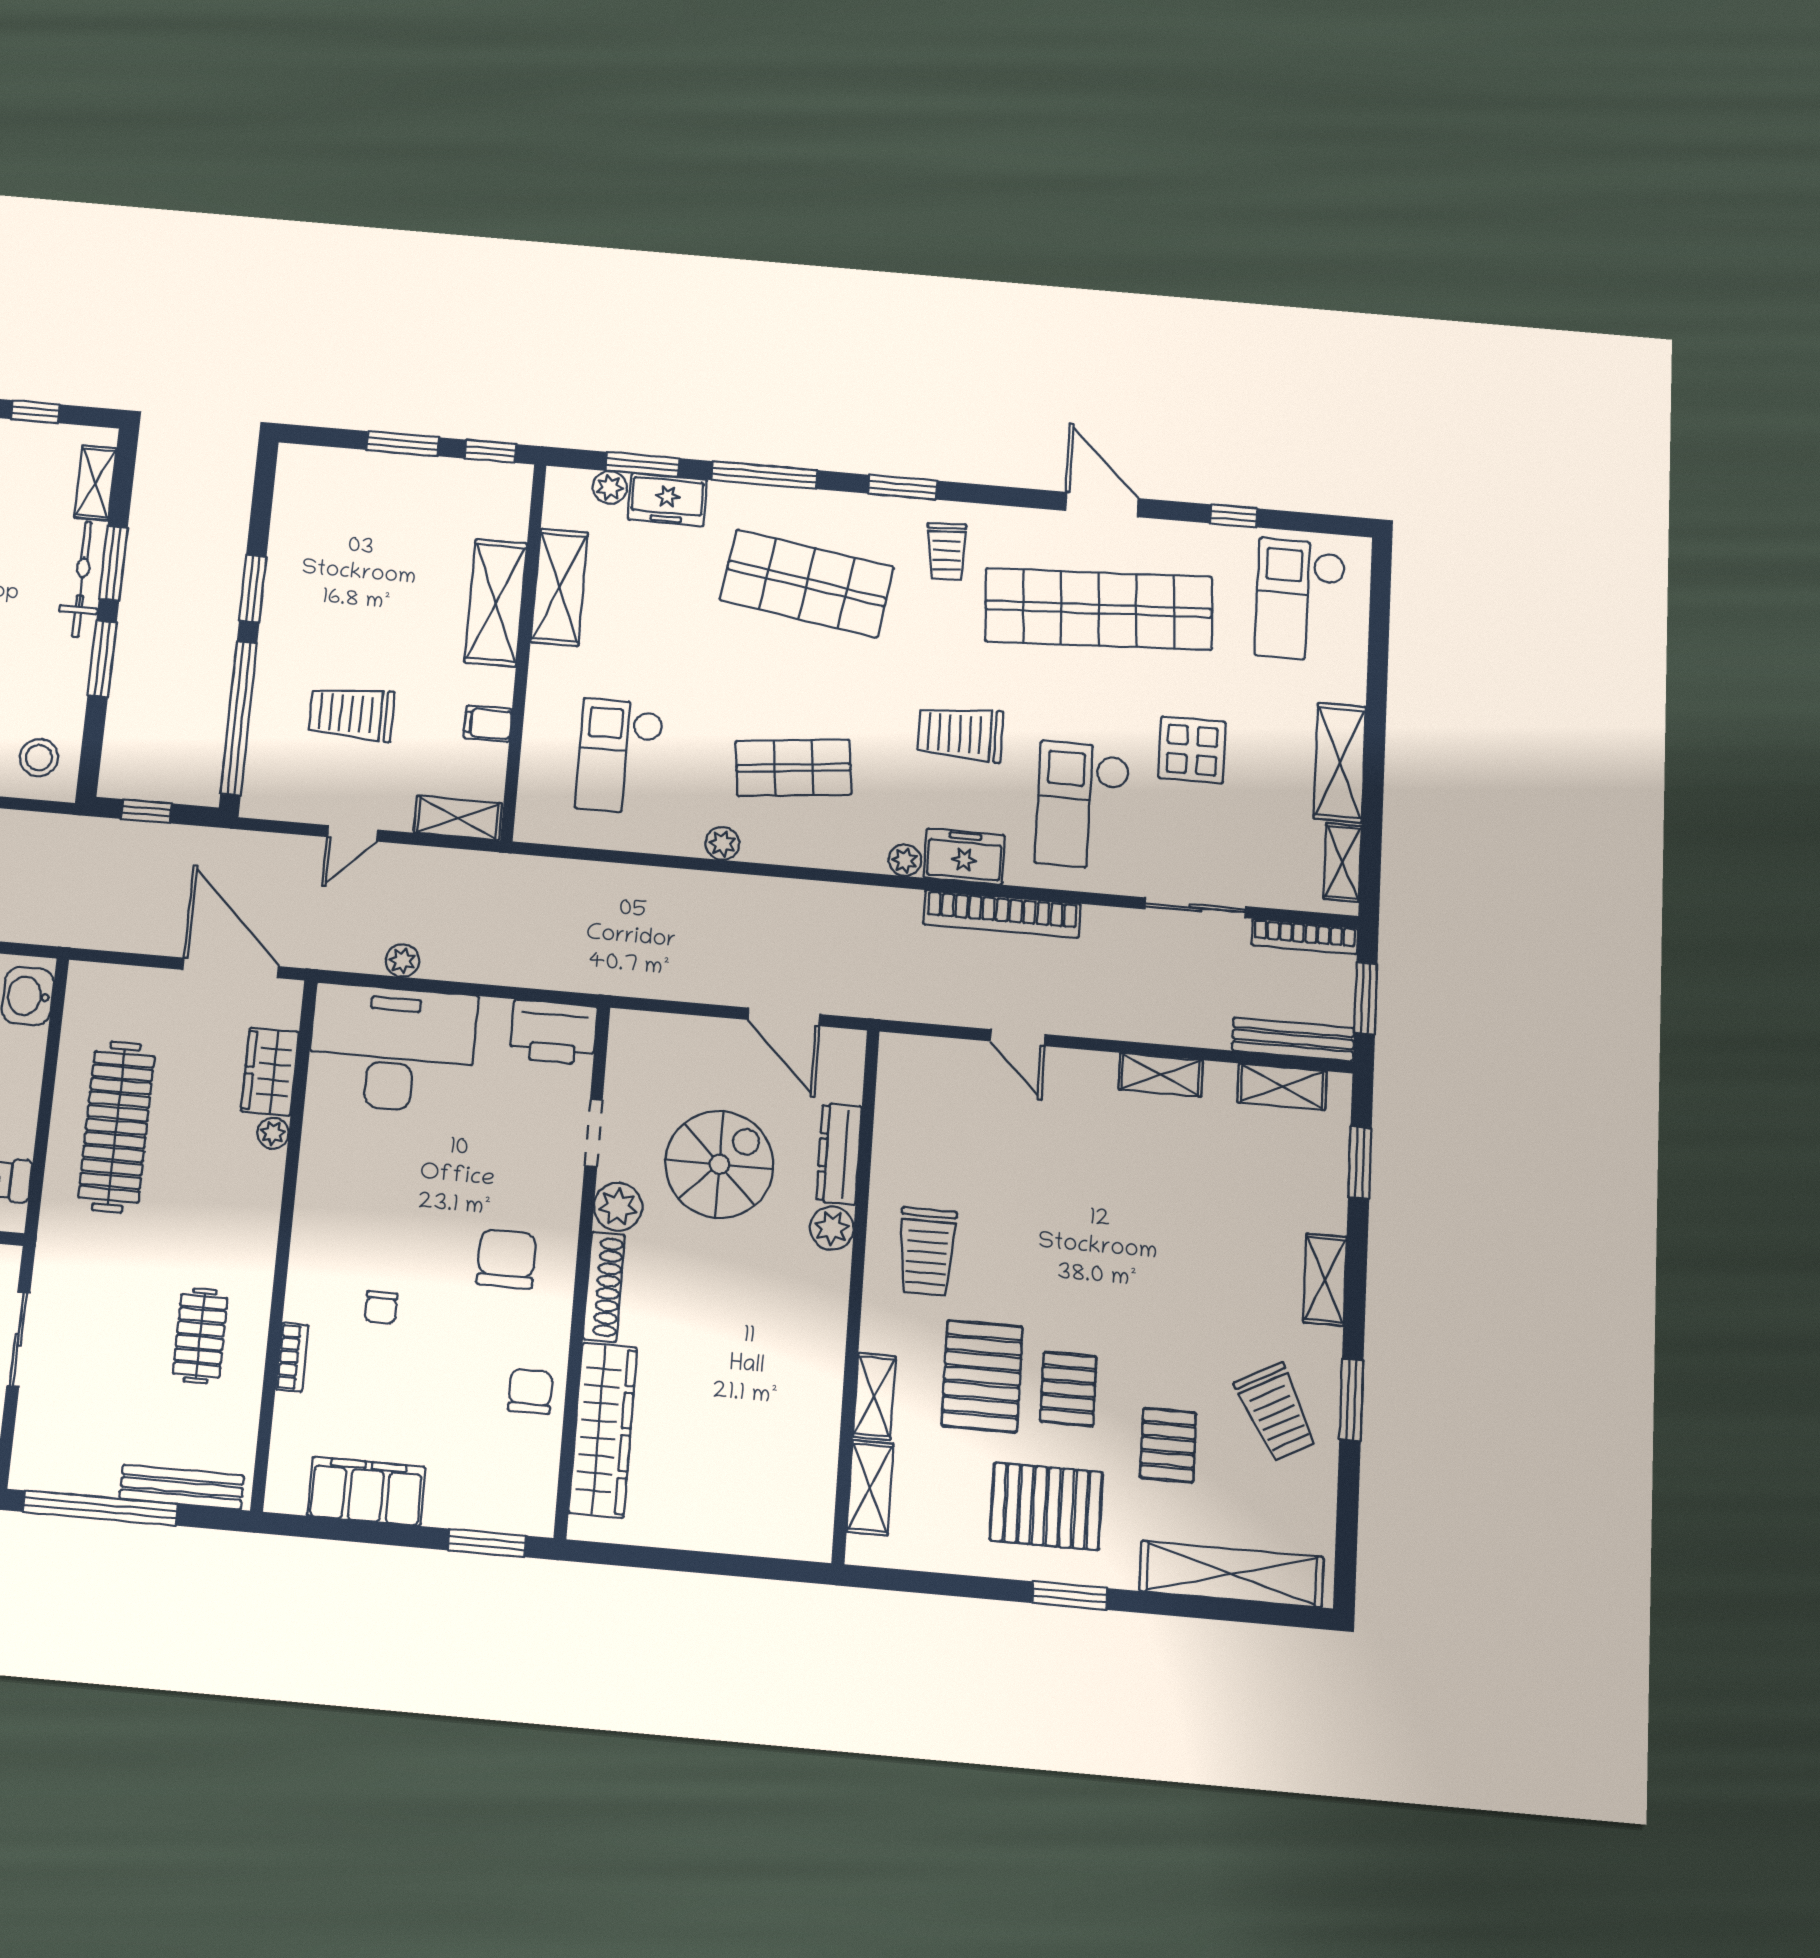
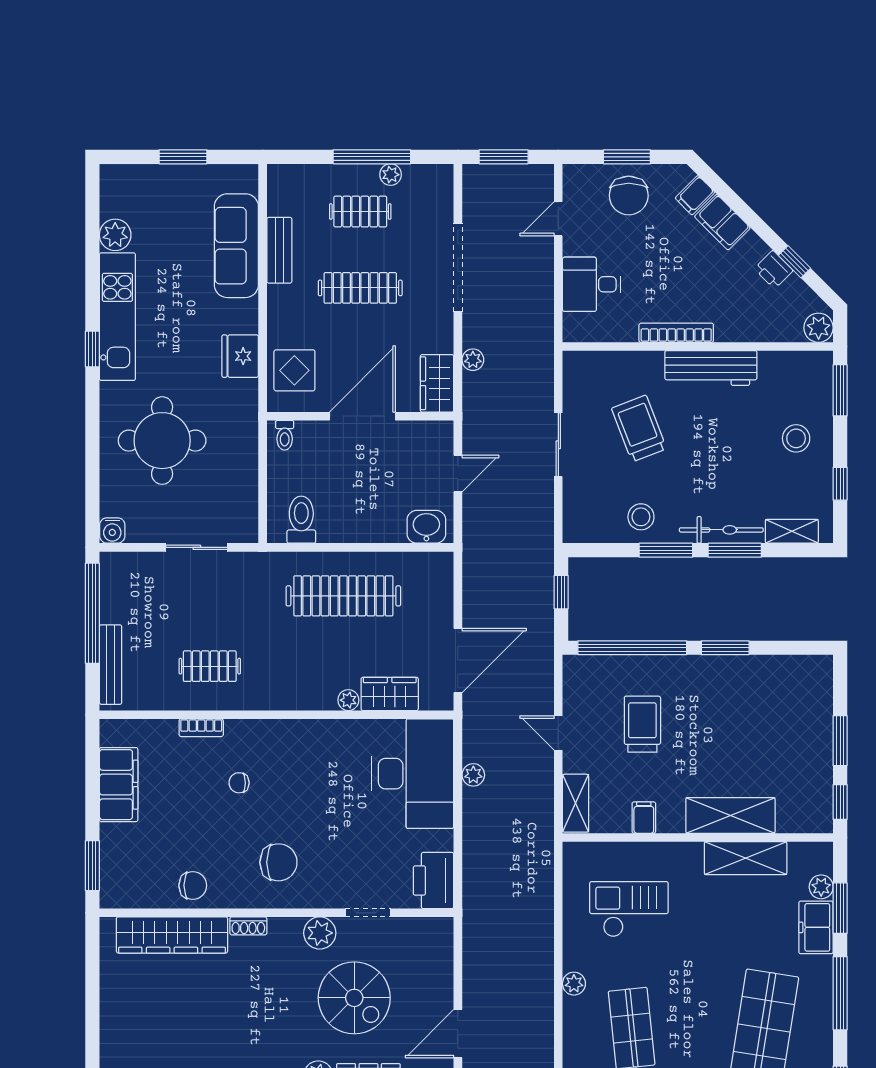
stool: (39, 758) -> (641, 517), moved
shoe rack: (604, 1287) -> (248, 926), width x0.51, depth x0.81

